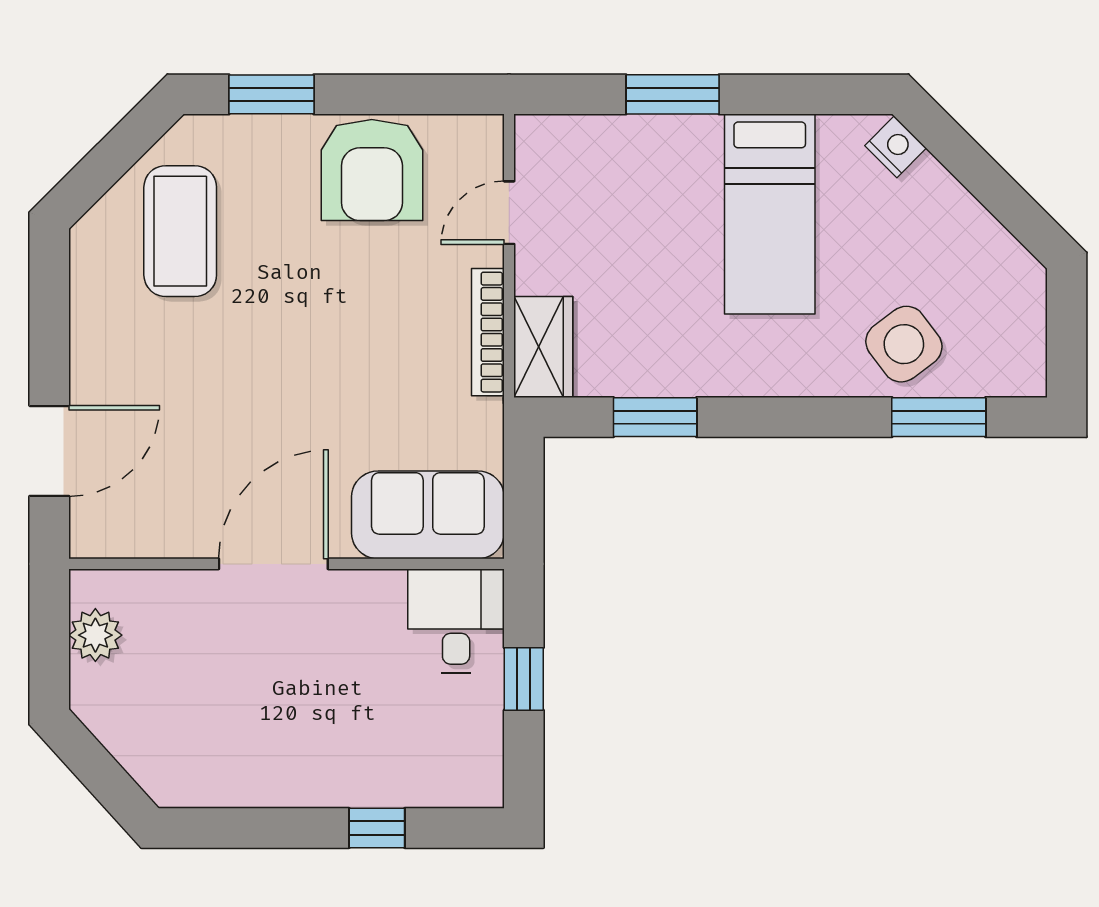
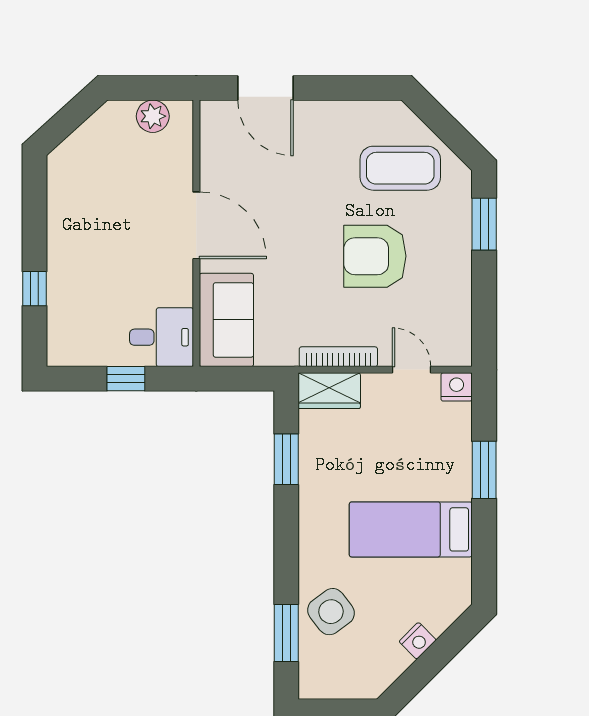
nightstand: (537, 139) -> (457, 387), added
nightstand: (896, 147) -> (418, 641), moved
armchair: (372, 170) -> (375, 256), moved

